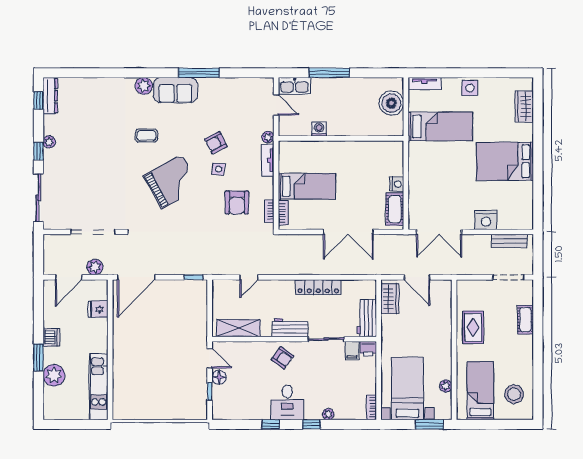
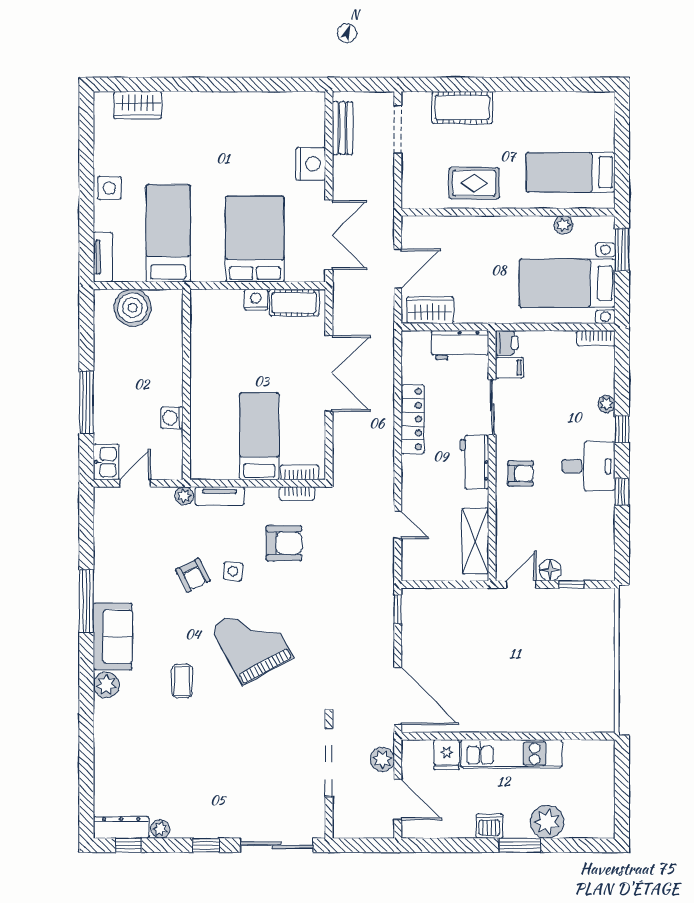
kitchen sink: (294, 86) -> (106, 462), width x0.73
plant: (49, 142) -> (160, 829), moved
bed: (505, 161) -> (255, 239), moved, turned 180
cot: (525, 320) -> (462, 108), width x1.37, depth x1.34
armchair: (282, 358) -> (521, 474), turned 54
kitchen unit: (99, 387) -> (511, 754), moved
stool: (514, 394) -> (576, 121), removed

